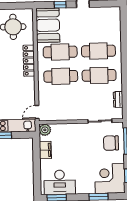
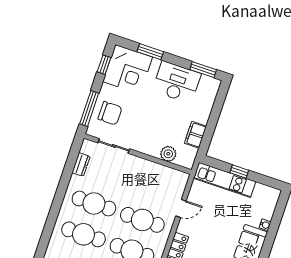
door: (37, 112) -> (181, 208), moved
plant: (45, 130) -> (168, 154), moved
desk: (60, 182) -> (177, 82), moved

